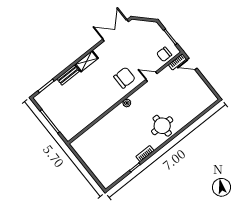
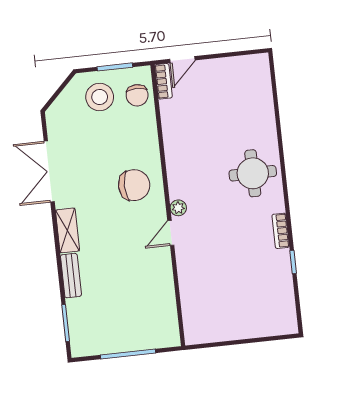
double door: (116, 30) -> (49, 171), moved
stool: (153, 39) -> (100, 97), added
door: (152, 77) -> (171, 233), moved
chair: (124, 78) -> (134, 185), turned 90

